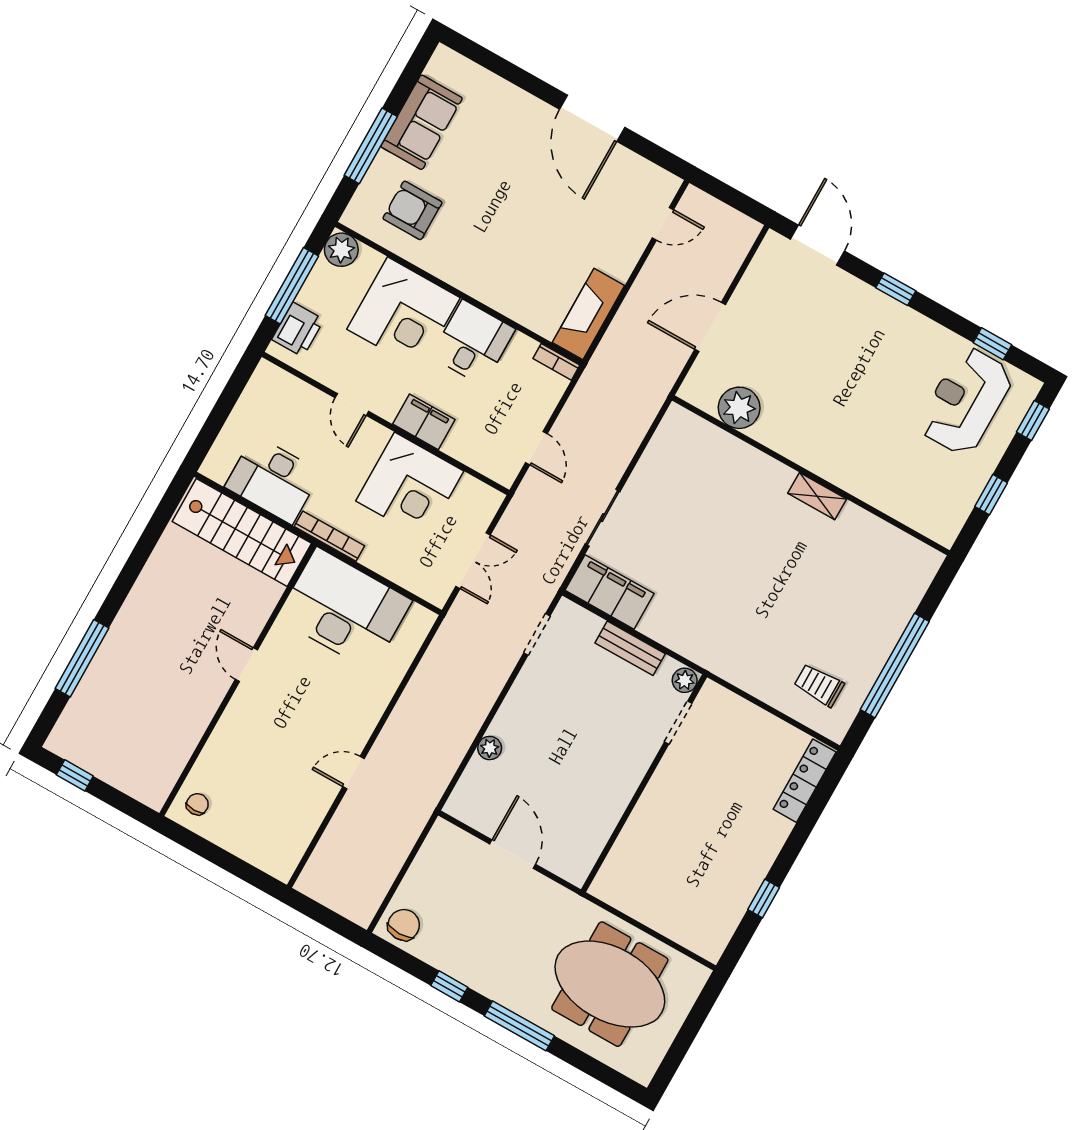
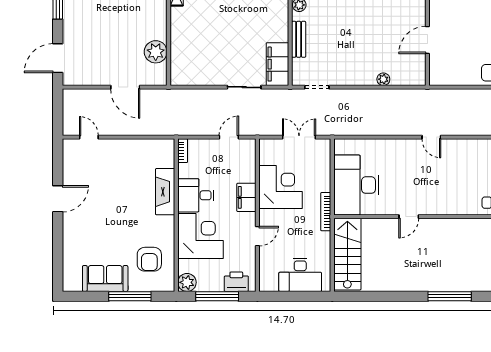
door: (592, 118) -> (58, 199), width x0.73
fireplace: (588, 314) -> (165, 192), moved, turned 90
desk: (273, 480) -> (300, 275), moved, turned 90

